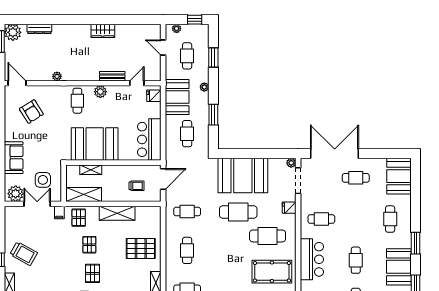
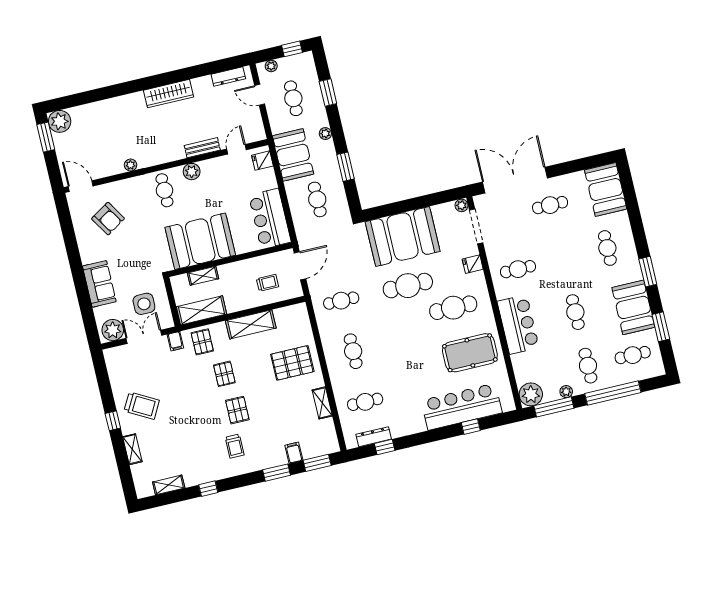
dresser: (39, 29) -> (228, 77), moved
wardrobe: (103, 31) -> (168, 94), width x1.50

